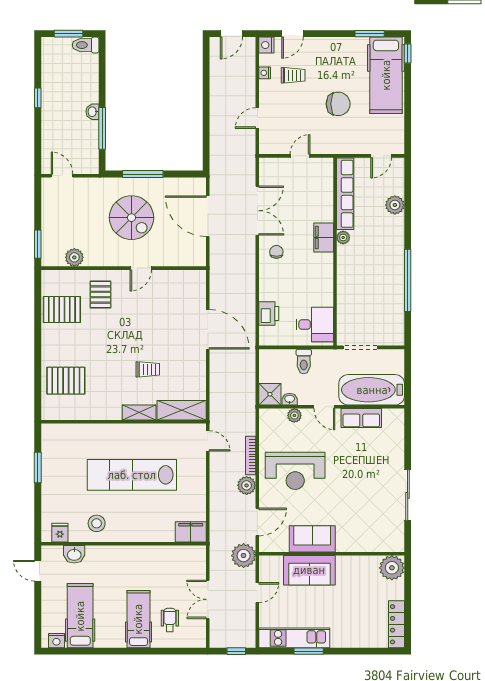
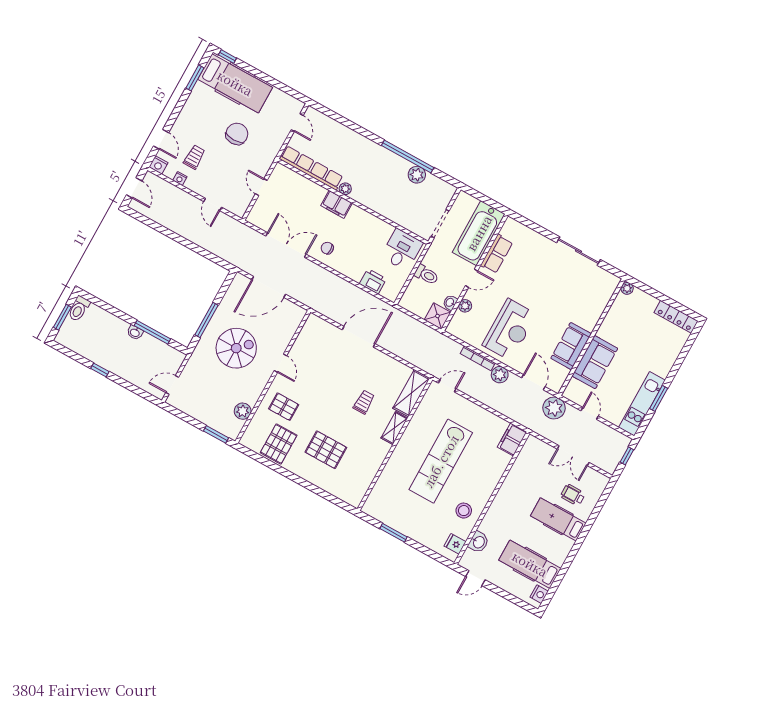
plant: (395, 205) -> (417, 175), moved
pallet: (66, 381) -> (326, 450), moved, turned 90
plant: (392, 568) -> (627, 288), width x0.53, depth x0.53

